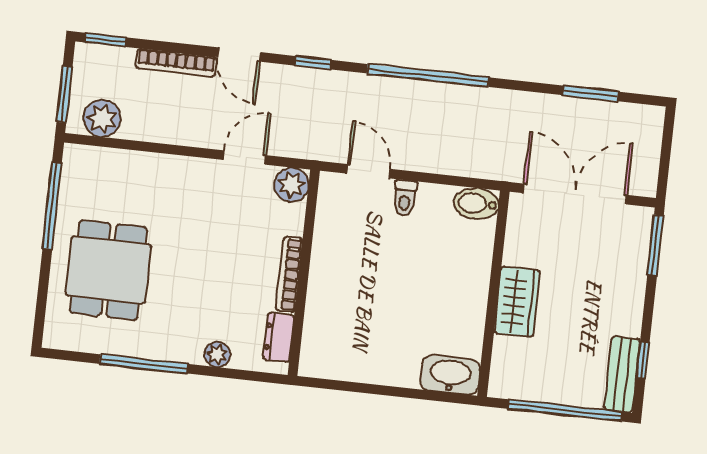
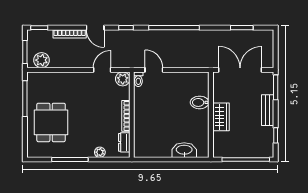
toilet: (405, 198) -> (138, 79), moved
bidet: (476, 203) -> (200, 102), moved
bench: (622, 374) -> (268, 110), moved
washbasin: (450, 375) -> (184, 150), moved

